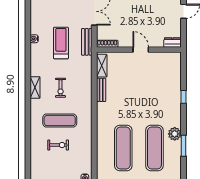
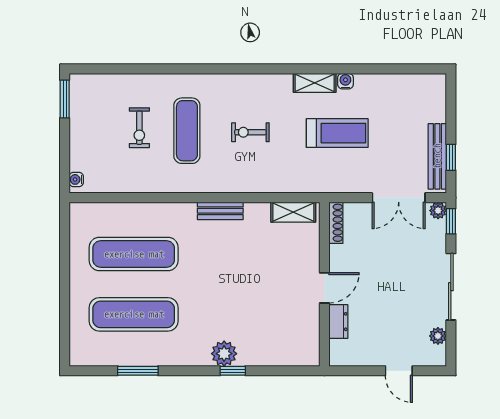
bench: (87, 42) -> (339, 183), removed
dresser: (173, 42) -> (338, 322), moved
shelving: (35, 88) -> (315, 83), moved
bench: (101, 90) -> (220, 211), moved
plant: (175, 134) -> (224, 354), moved

